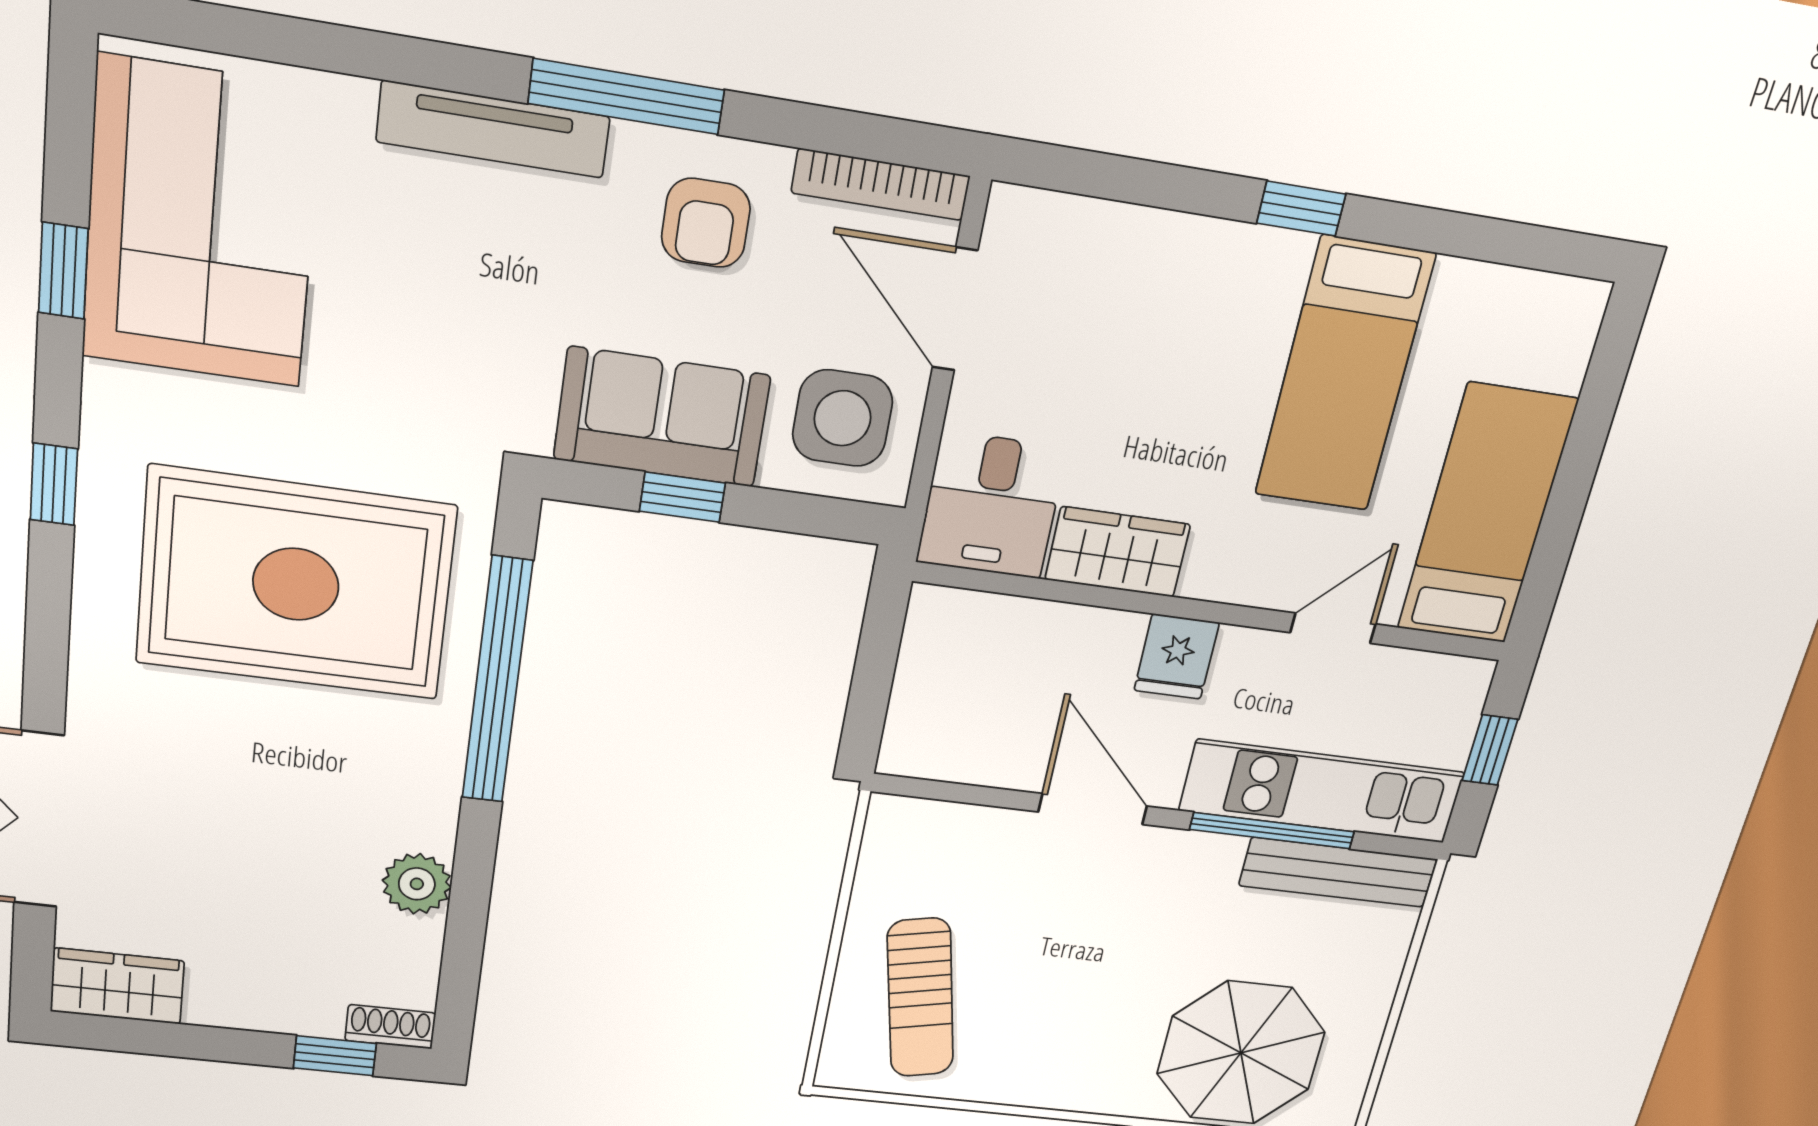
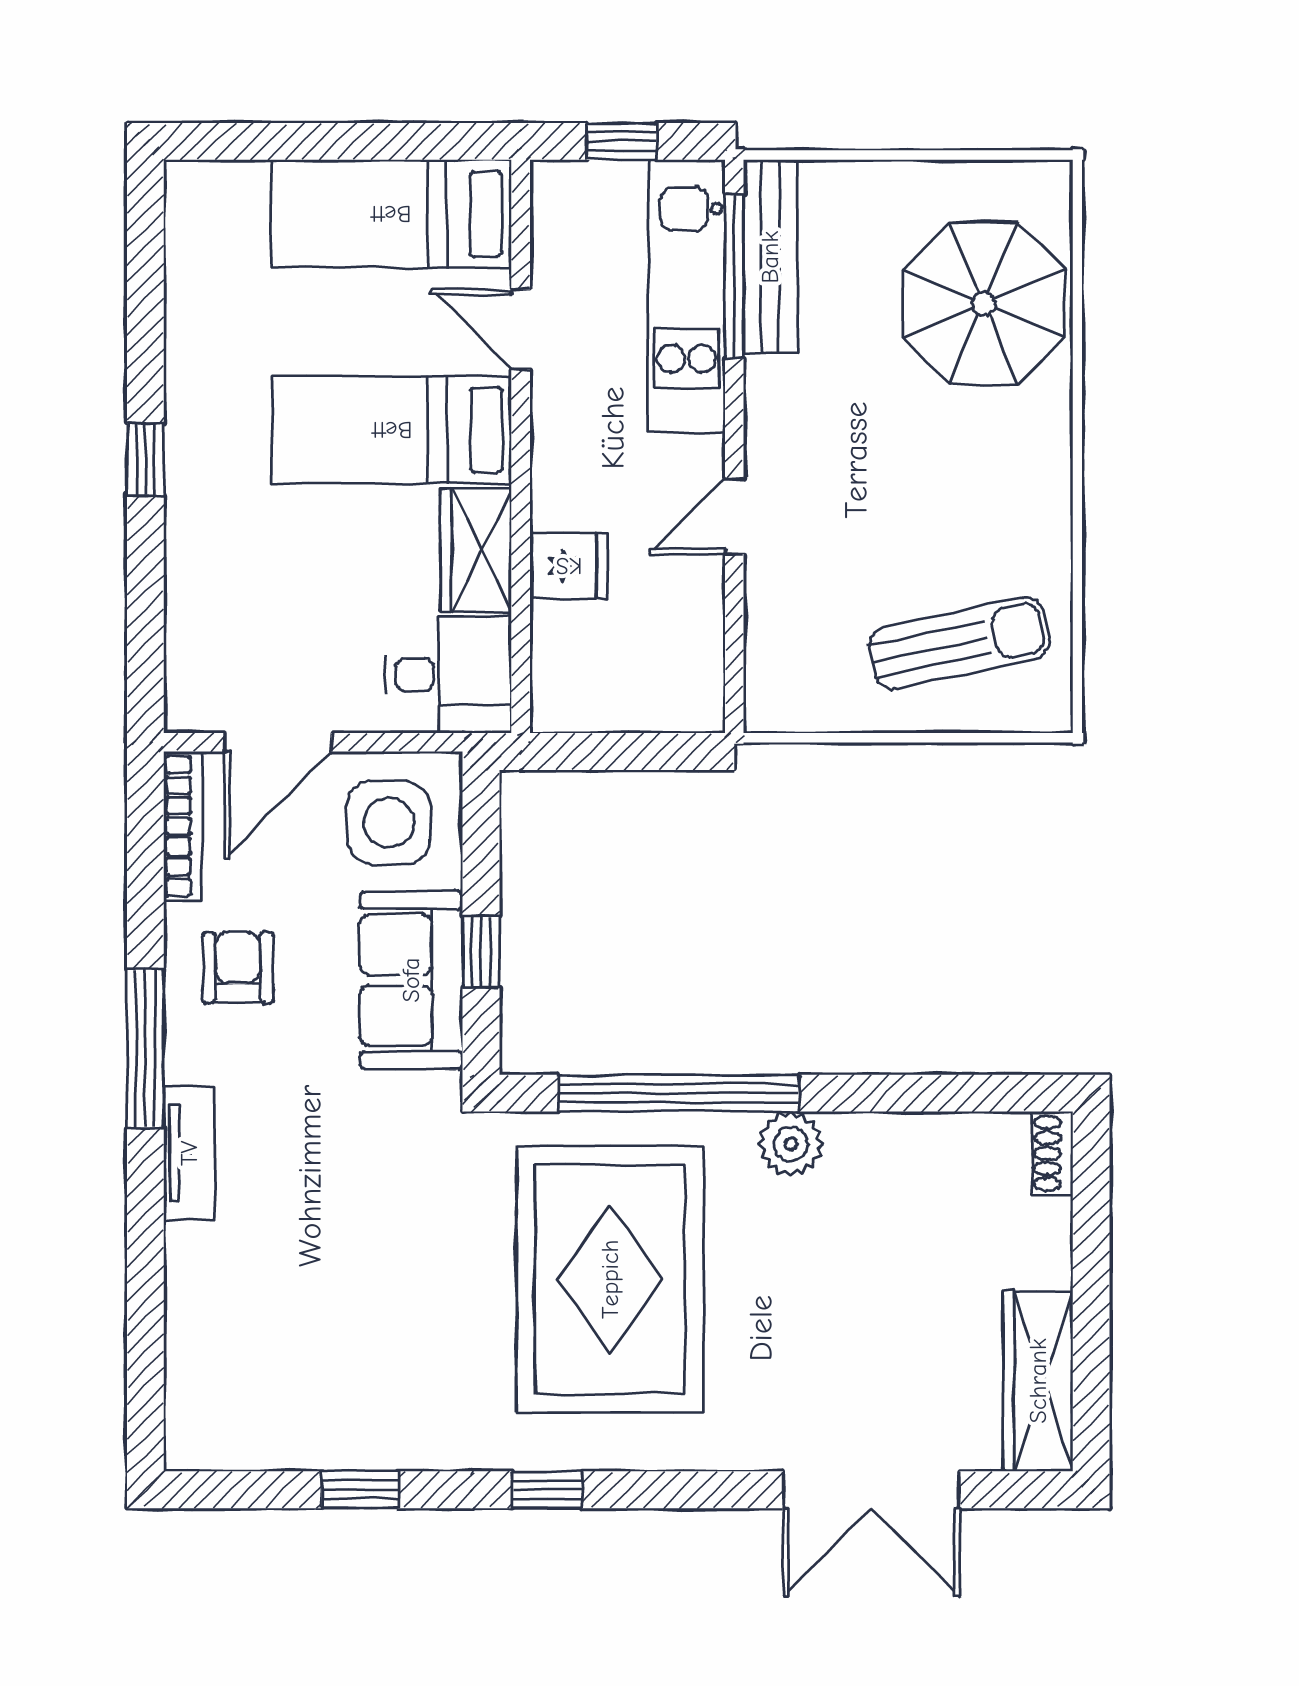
tv unit: (493, 129) -> (189, 1153), width x0.71
armchair: (706, 223) -> (238, 968), turned -90
corner sofa: (201, 224) -> (304, 1382), removed
bed: (1344, 375) -> (392, 430), moved, turned 180
fridge: (1177, 656) -> (569, 566), moved
door: (1093, 809) -> (734, 516), width x0.73
window: (1272, 831) -> (734, 276), moved
plant: (417, 884) -> (791, 1144), moved
wardrobe: (117, 986) -> (1038, 1381), width x1.50
window: (335, 1056) -> (1091, 1203), removed

